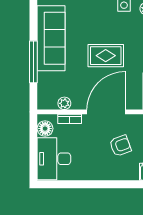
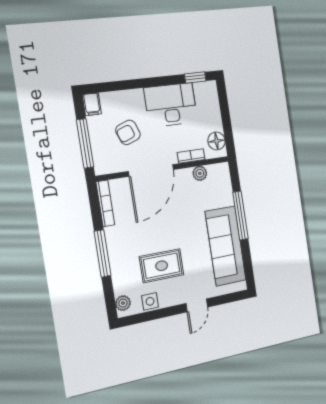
rug: (106, 56) -> (162, 266), moved
desk: (54, 159) -> (171, 105), moved, turned -90
window: (55, 184) -> (195, 77), added

